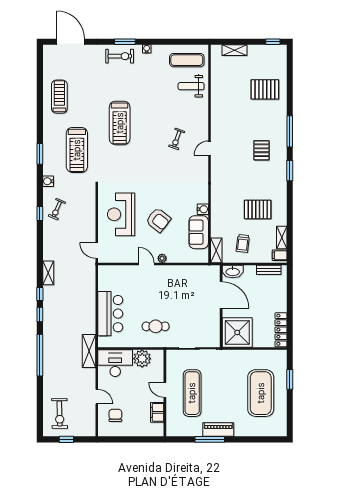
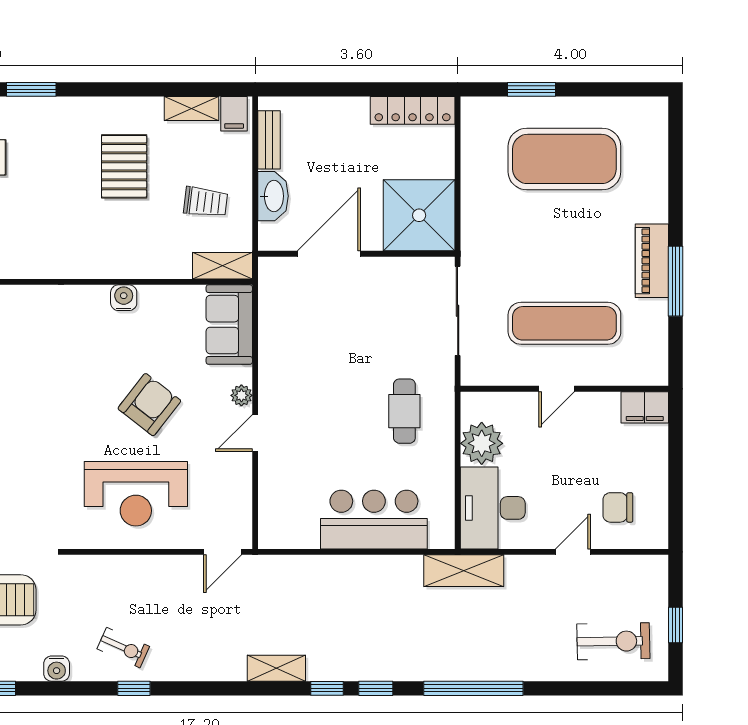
sofa: (199, 232) -> (229, 325), moved, turned 90
washbasin: (233, 272) -> (273, 196), moved
filing cabinet: (157, 412) -> (645, 407), moved

